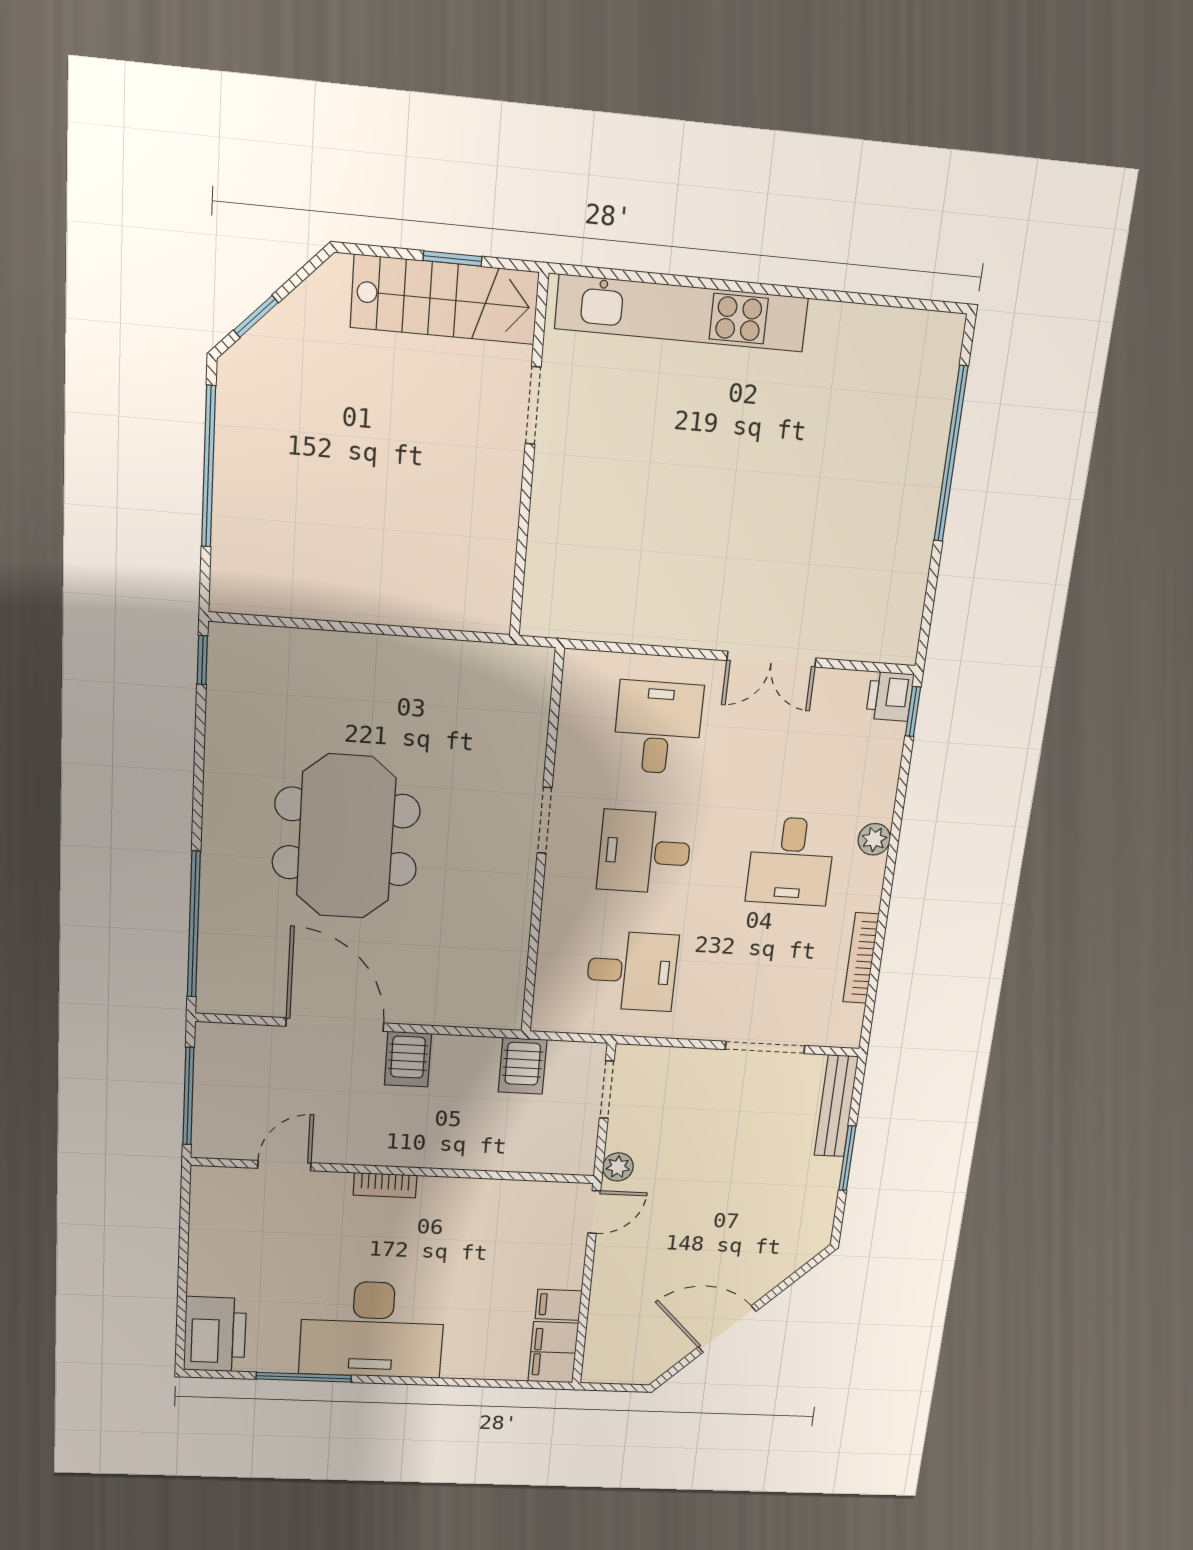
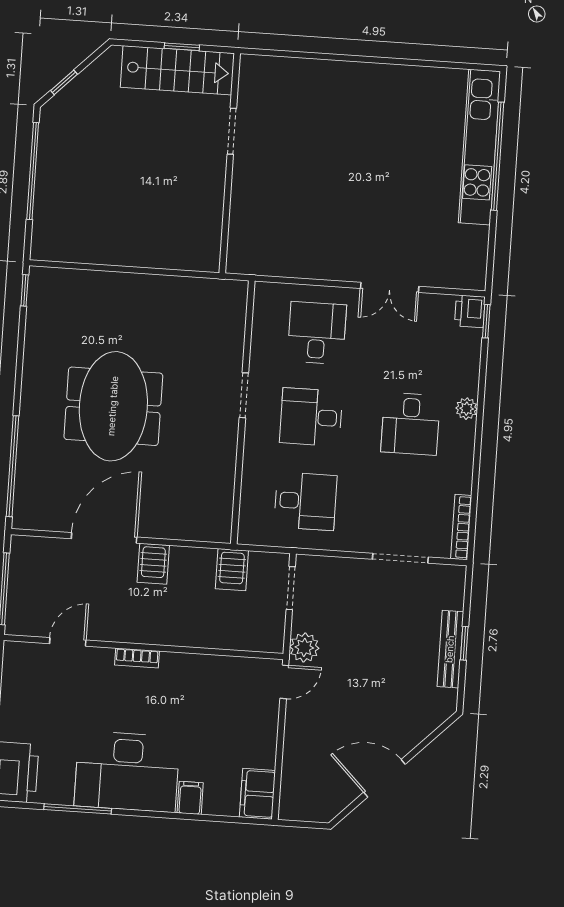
kitchen unit: (682, 313) -> (479, 147), moved, turned 90
bookcase: (861, 958) -> (461, 527), moved
door: (335, 1025) -> (104, 538), hinge flipped
bench: (836, 1106) -> (450, 649), moved
window: (847, 1158) -> (464, 643), width x0.67
plant: (618, 1167) -> (304, 647), width x1.38, depth x1.38
filing cabinet: (559, 1305) -> (190, 798), moved, turned 90

